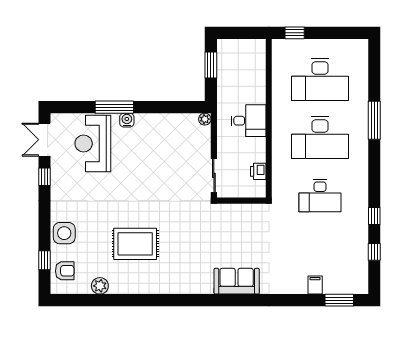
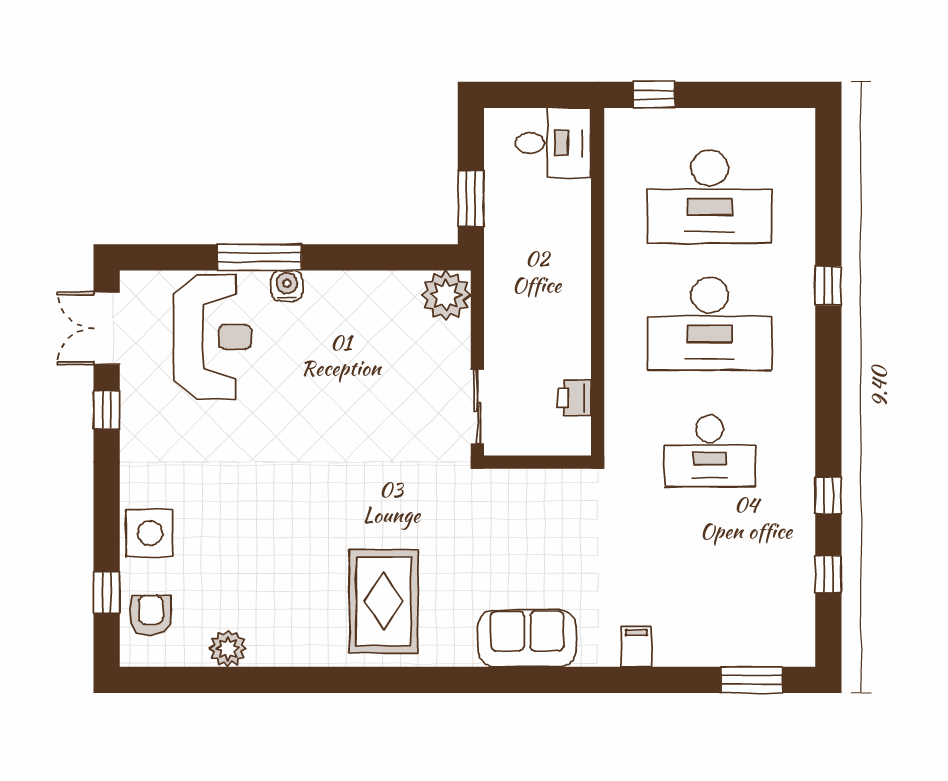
window: (211, 65) -> (471, 198), moved
plant: (205, 119) -> (446, 295), width x1.88, depth x1.88
window: (374, 120) -> (828, 286), width x0.46
desk: (249, 121) -> (553, 143), moved
reception desk: (93, 143) -> (212, 337), turned 180
rug: (135, 244) -> (384, 601), moved, turned 90
armchair: (65, 271) -> (151, 616), turned -90
filing cabinet: (315, 285) -> (636, 647), moved

